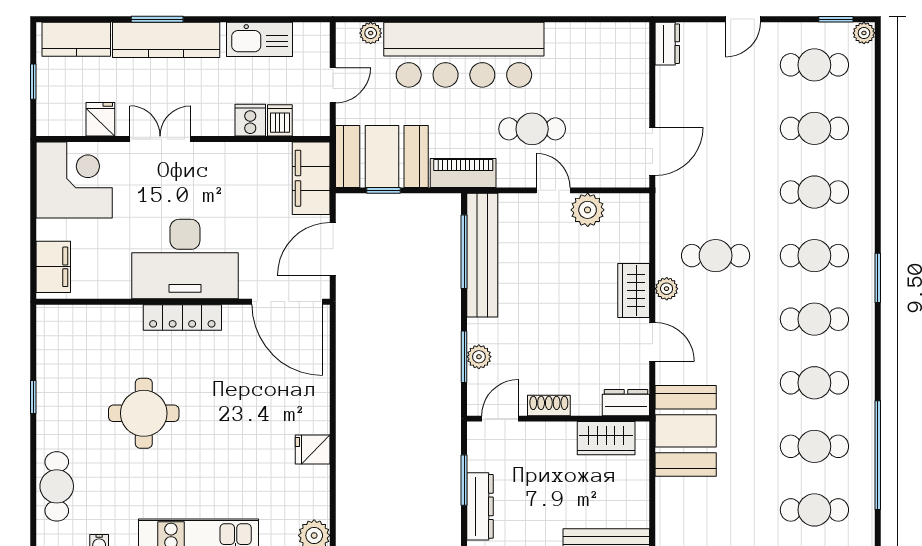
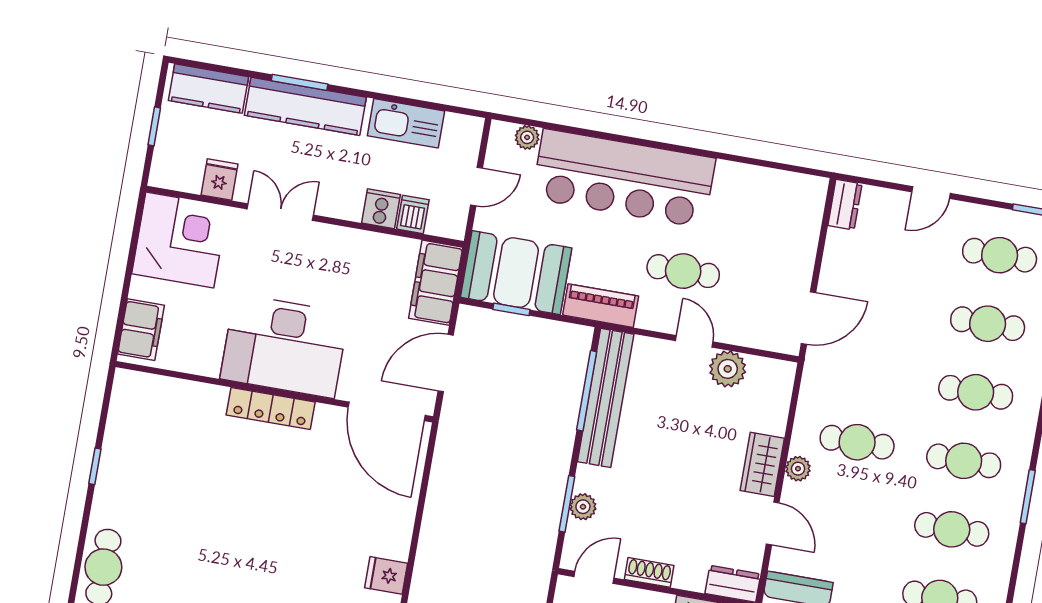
round table: (144, 413) -> (211, 505), removed

